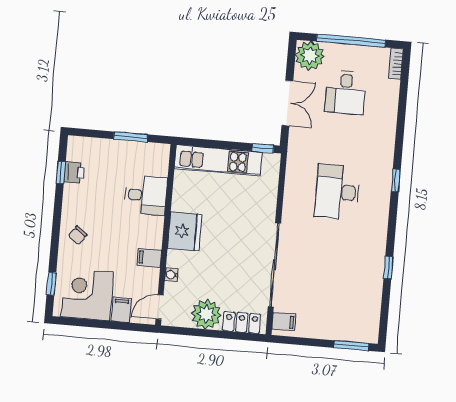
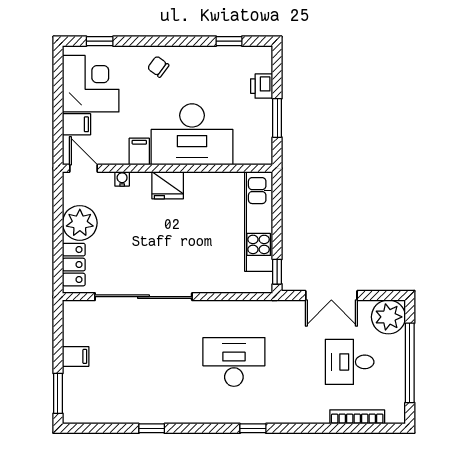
bookcase: (396, 64) -> (357, 417), moved, width x1.56
printer: (74, 172) -> (262, 86), moved, turned 90
desk: (146, 195) -> (192, 134), width x1.87, depth x1.30
fridge: (185, 231) -> (168, 185), width x0.73, depth x0.75
filing cabinet: (284, 322) -> (76, 356), moved, turned -90

